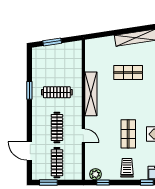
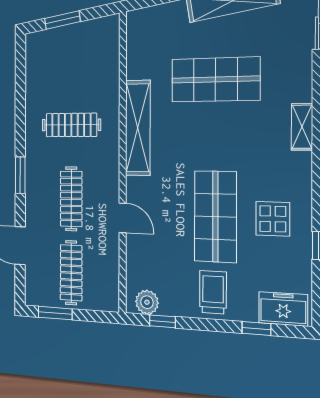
shop shelf: (128, 72) -> (216, 79), width x1.43, depth x1.36
window: (29, 90) -> (20, 175), moved
shop shelf: (128, 134) -> (215, 216), width x1.43, depth x1.36

